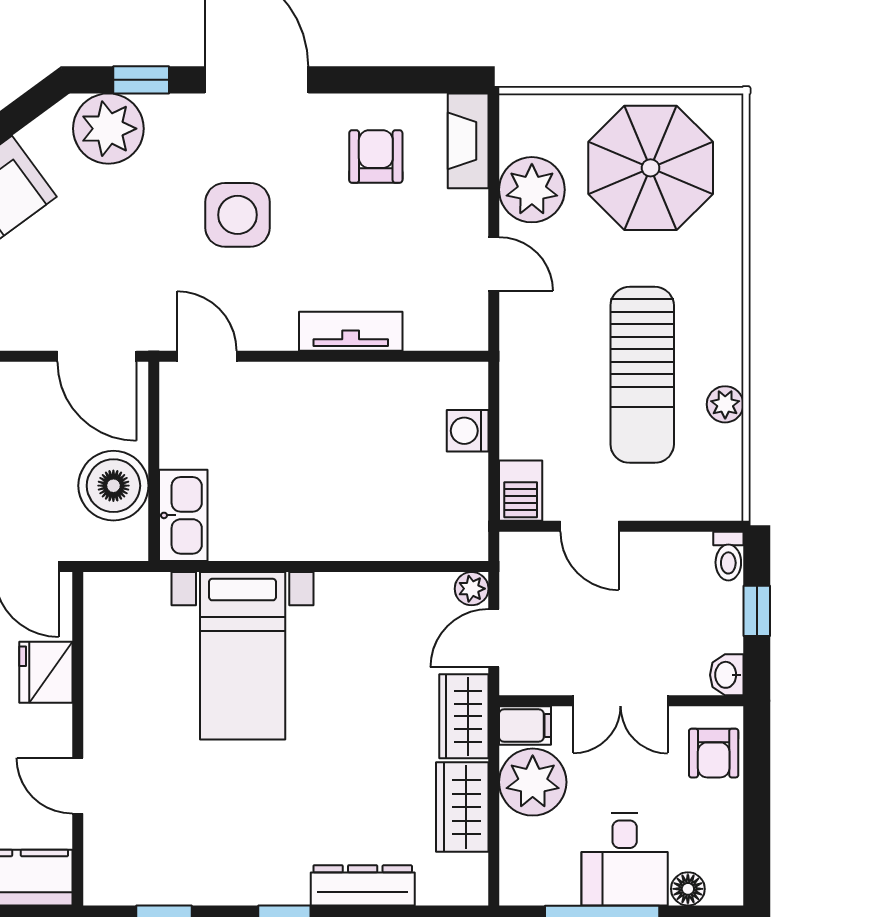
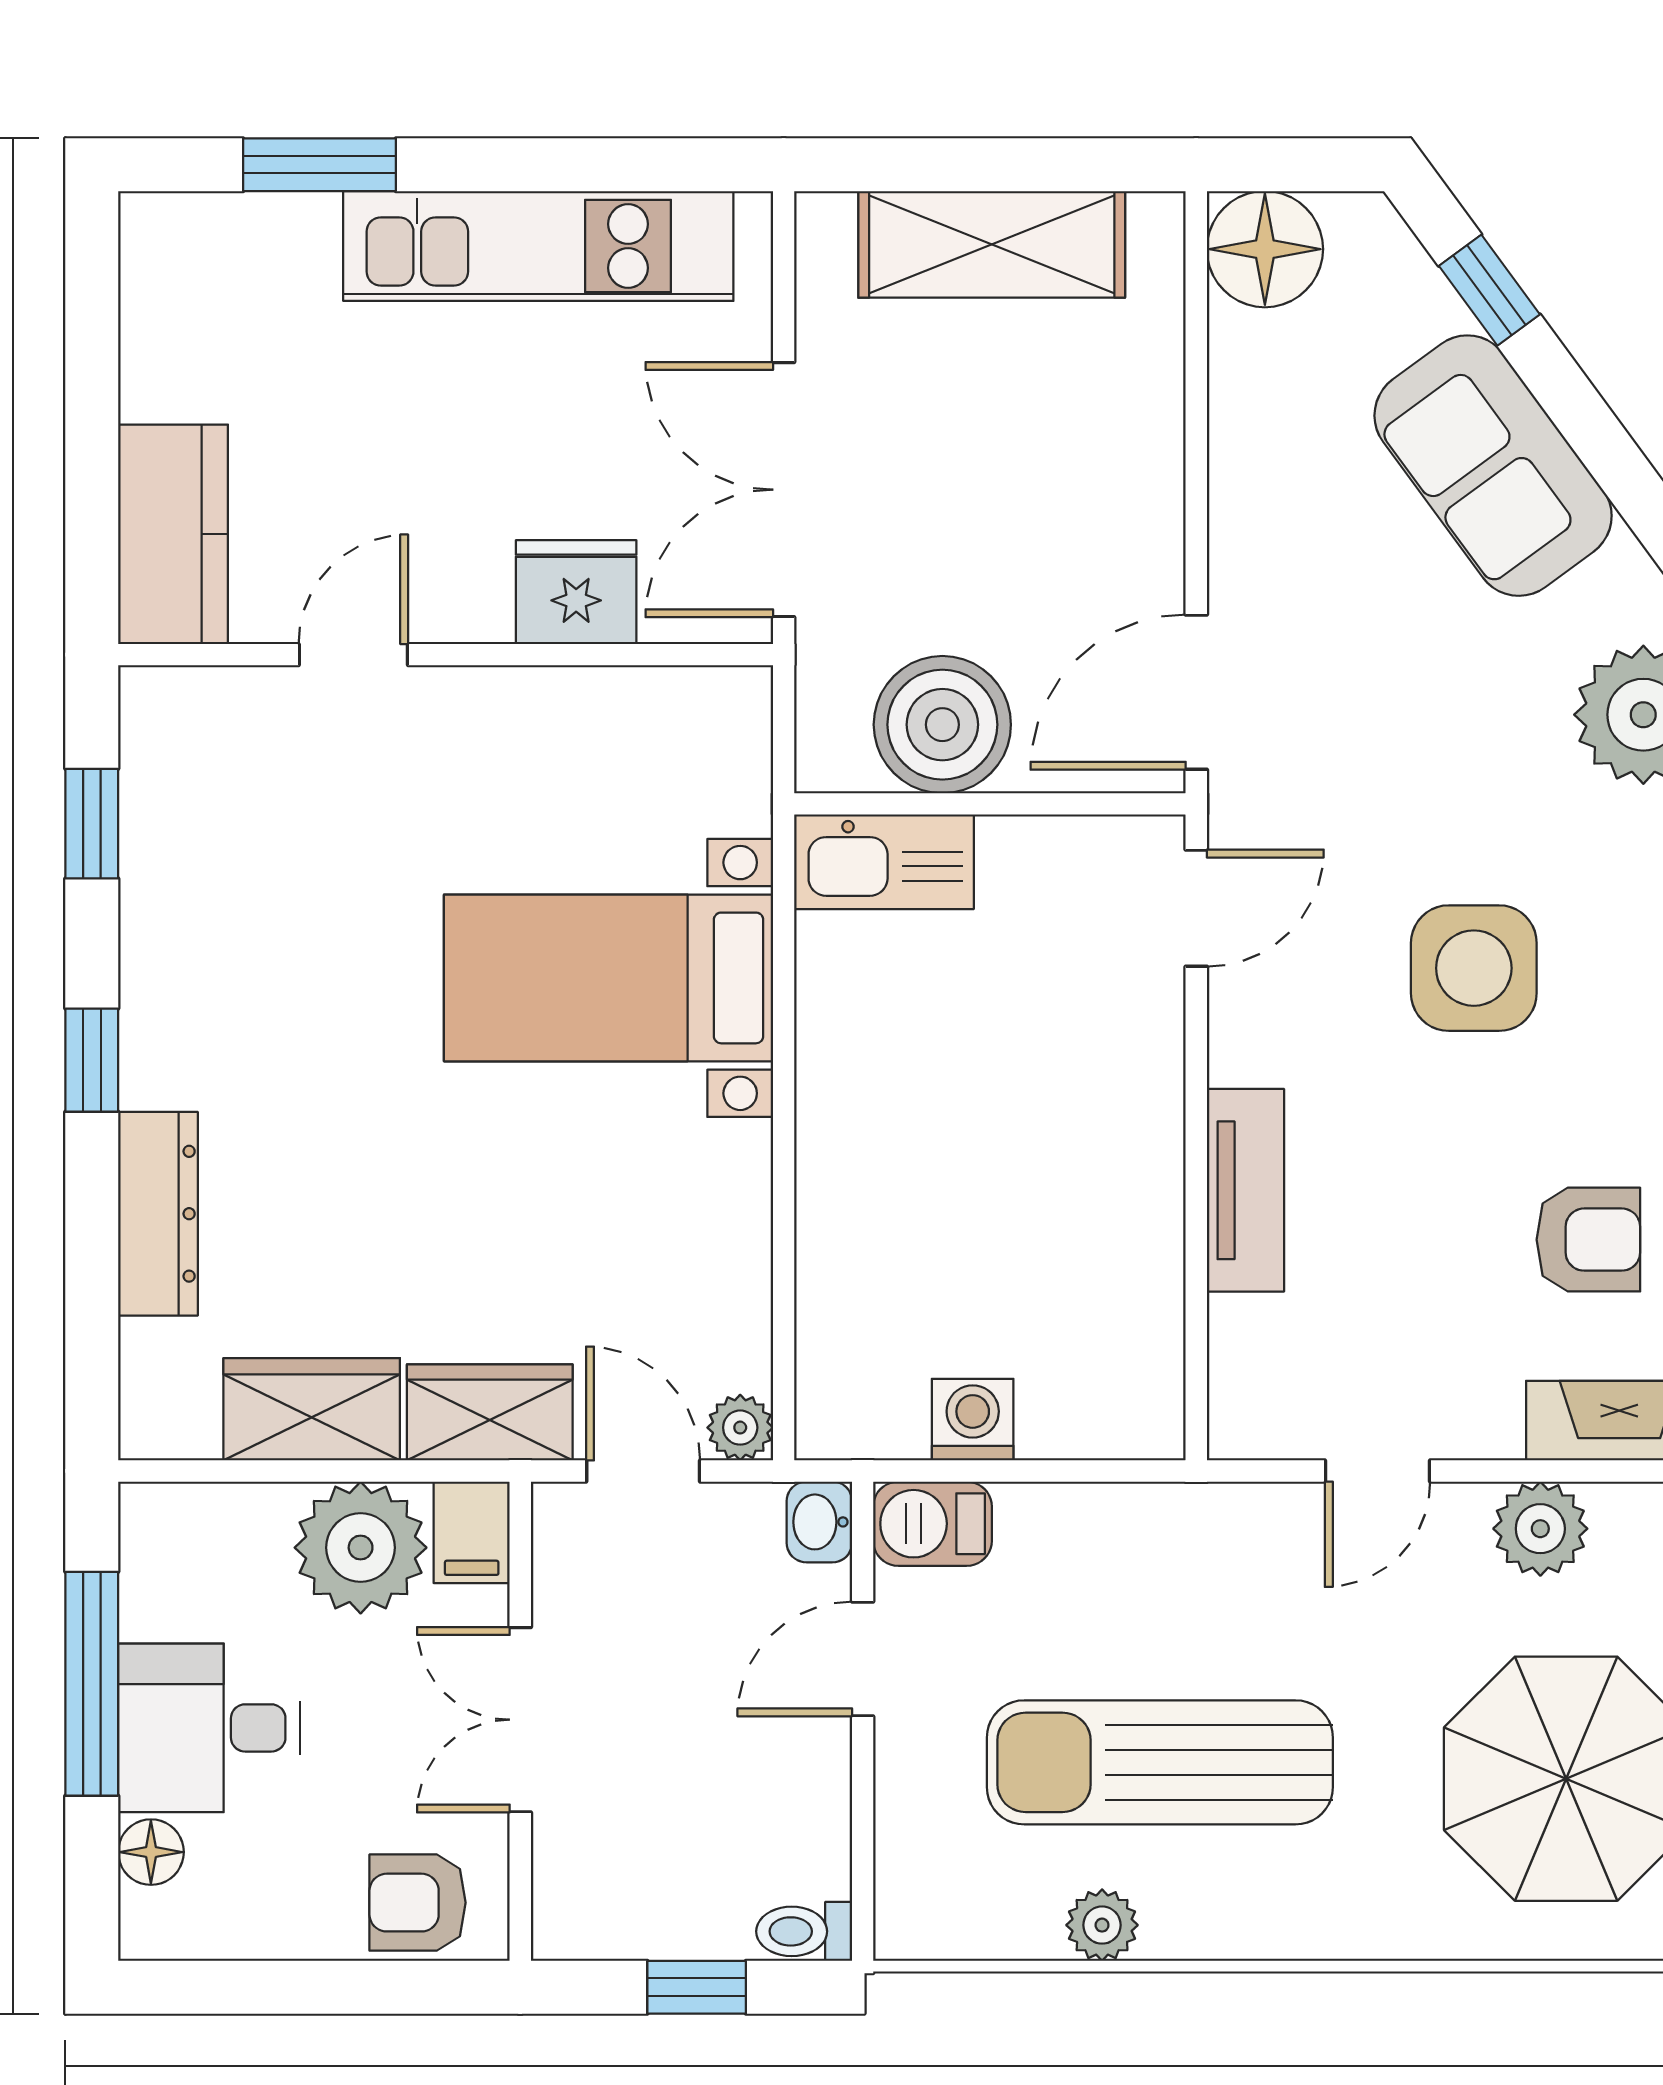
plant: (532, 190) -> (1540, 1529), width x0.73, depth x0.73
washing machine: (468, 431) -> (973, 1420), moved
washbasin: (727, 675) -> (819, 1522), moved, turned -90

